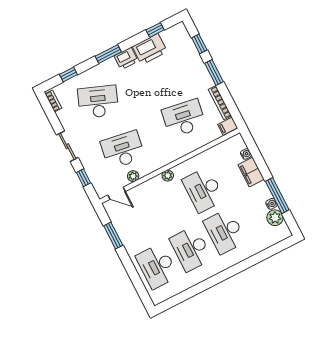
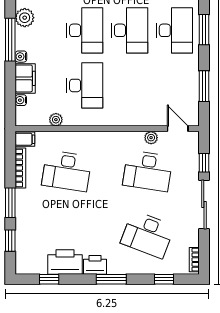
sliding door: (67, 146) -> (204, 205), width x1.37
plant: (168, 176) -> (56, 120), moved
water cooler: (271, 204) -> (21, 57), moved
window: (135, 278) -> (204, 30), added

